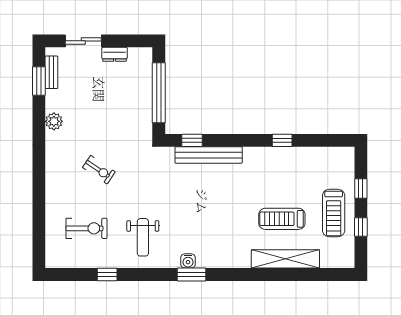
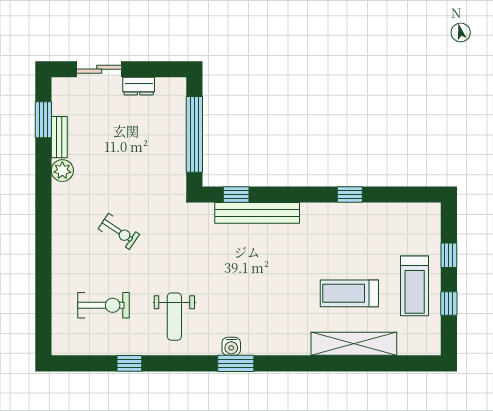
bench: (51, 72) -> (59, 137), moved

